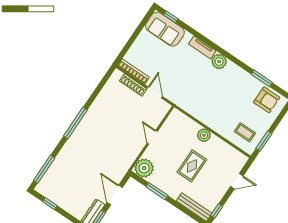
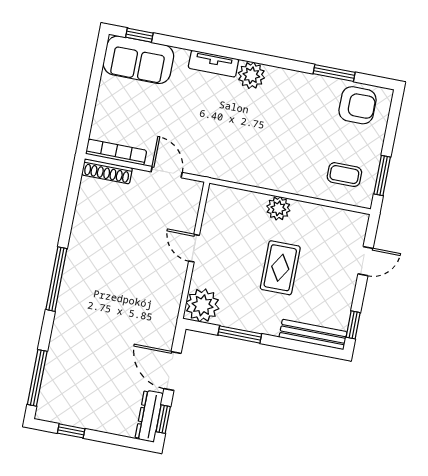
shoe rack: (133, 85) -> (107, 171), moved

